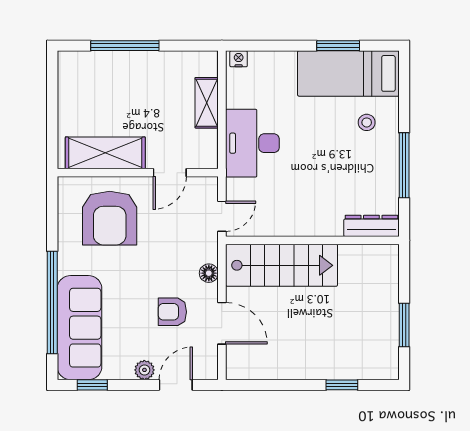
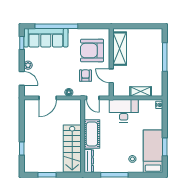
cot: (308, 218) -> (92, 134), added
stairs: (282, 265) -> (72, 149), moved
armchair: (172, 312) -> (85, 76), moved

